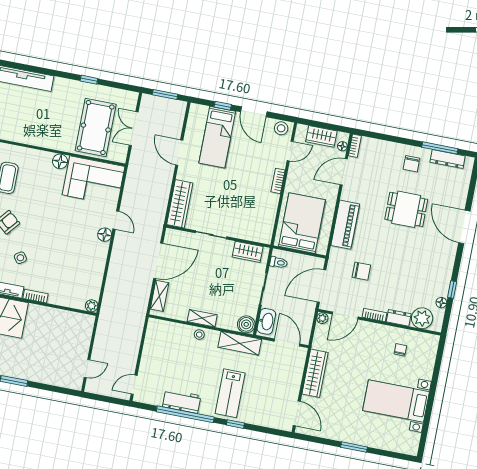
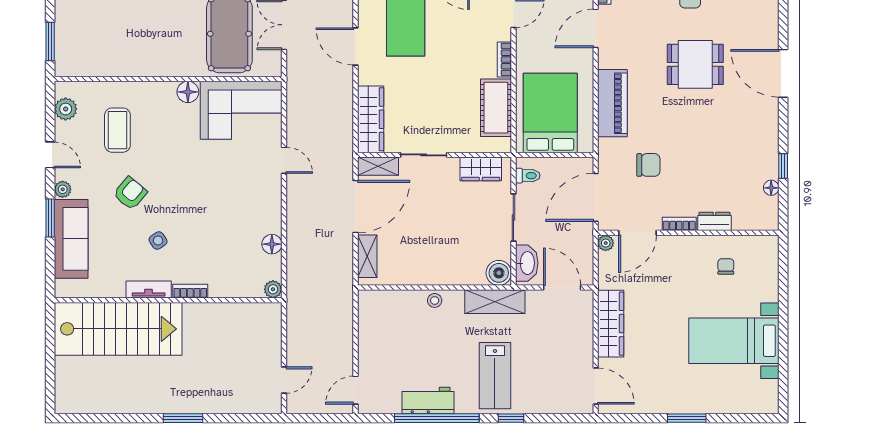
cot: (266, 212) -> (496, 108), added
floor lamp: (105, 235) -> (272, 244), moved
shelving: (202, 318) -> (378, 166), moved
plant: (422, 318) -> (748, 215), removed

